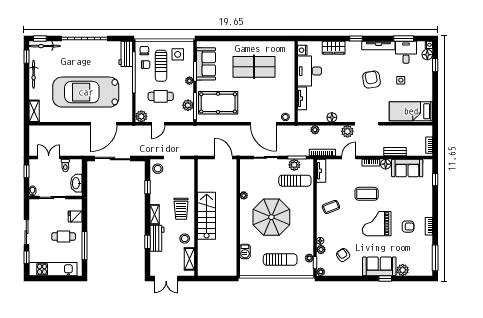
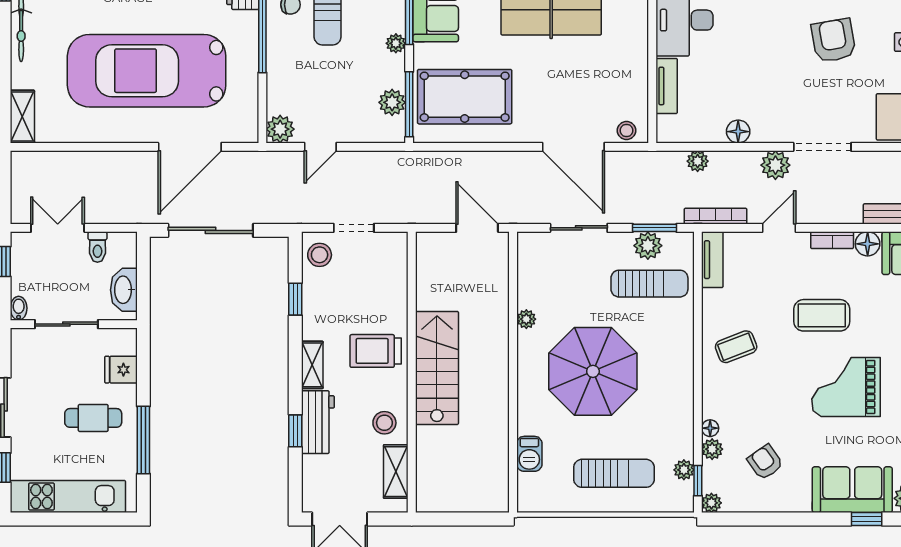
cafe table: (161, 96) -> (327, 81), removed
trolley: (181, 209) -> (376, 351), turned 90

